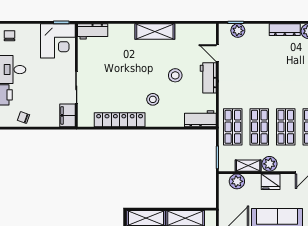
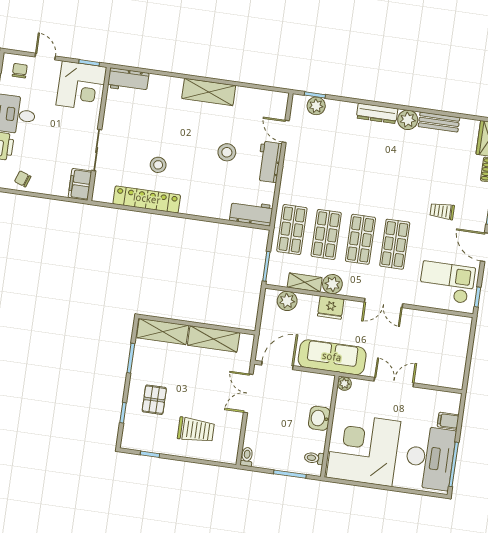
door: (27, 22) -> (45, 56), added
stool: (153, 99) -> (158, 165), moved

